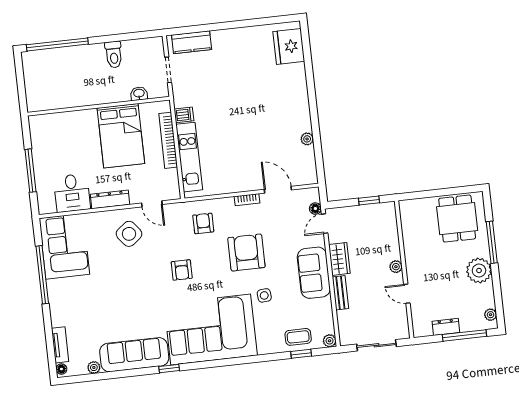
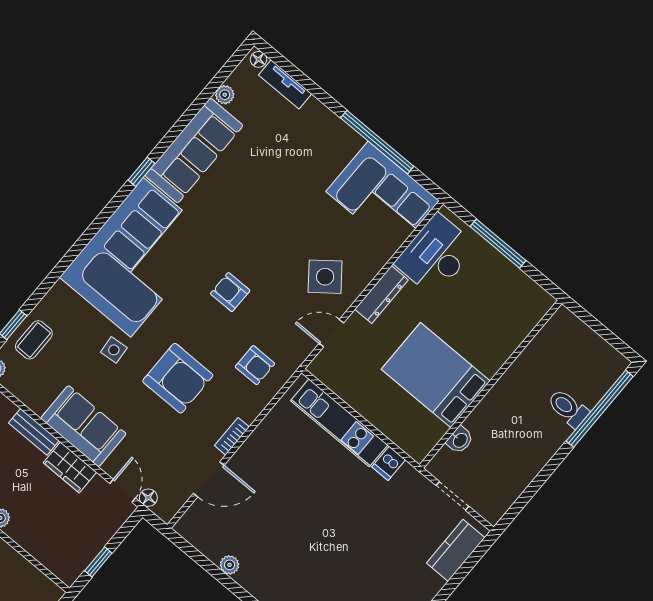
toilet: (114, 55) -> (568, 408), moved
bookcase: (168, 140) -> (380, 419), removed
desk: (72, 193) -> (436, 255), width x1.37

